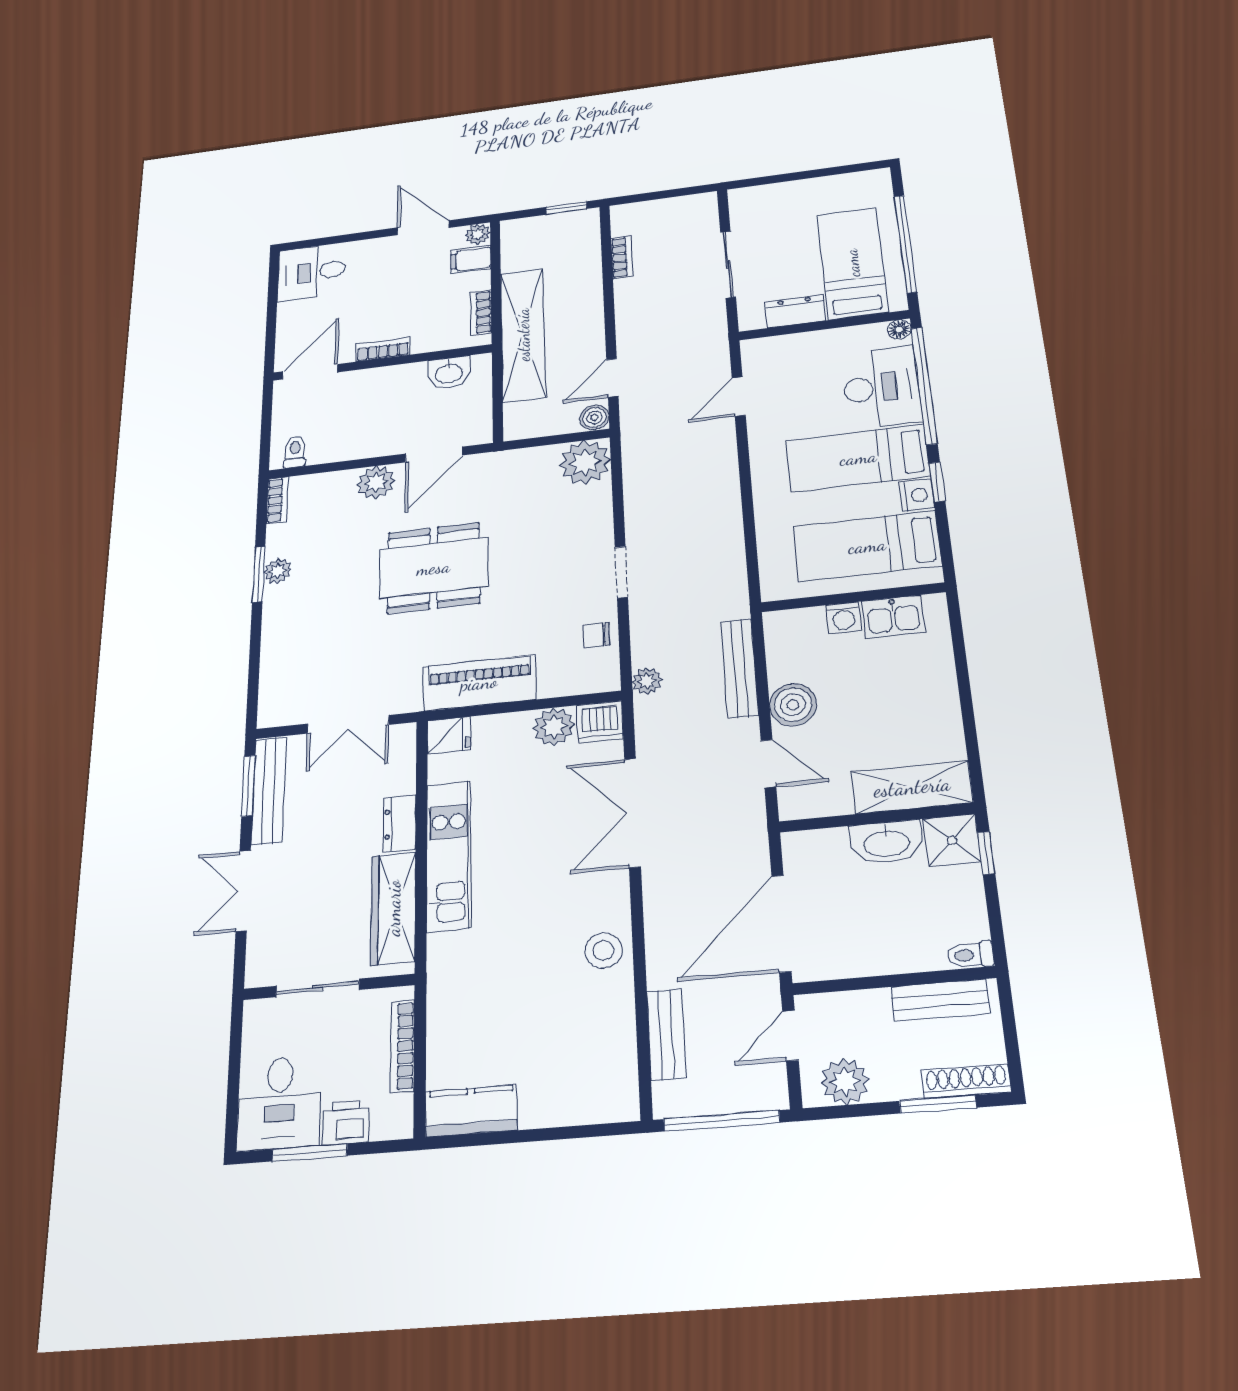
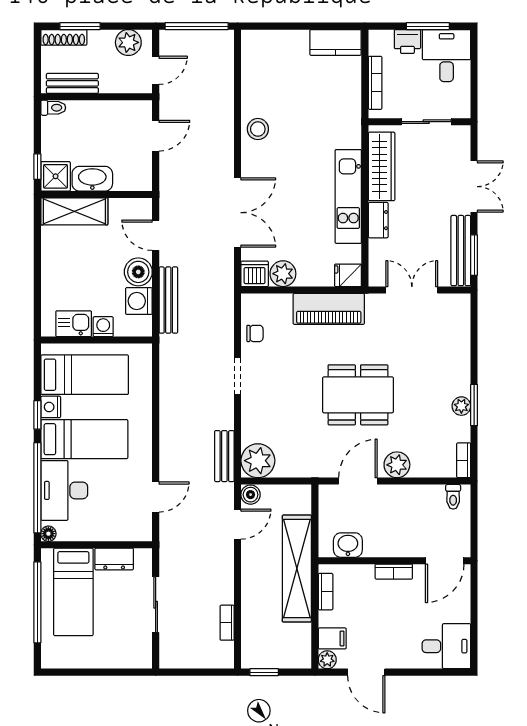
washing machine: (788, 662) -> (139, 301), added
plant: (647, 681) -> (225, 298), removed
door: (781, 923) -> (156, 136), width x0.53
bench: (666, 1034) -> (224, 456), moved

